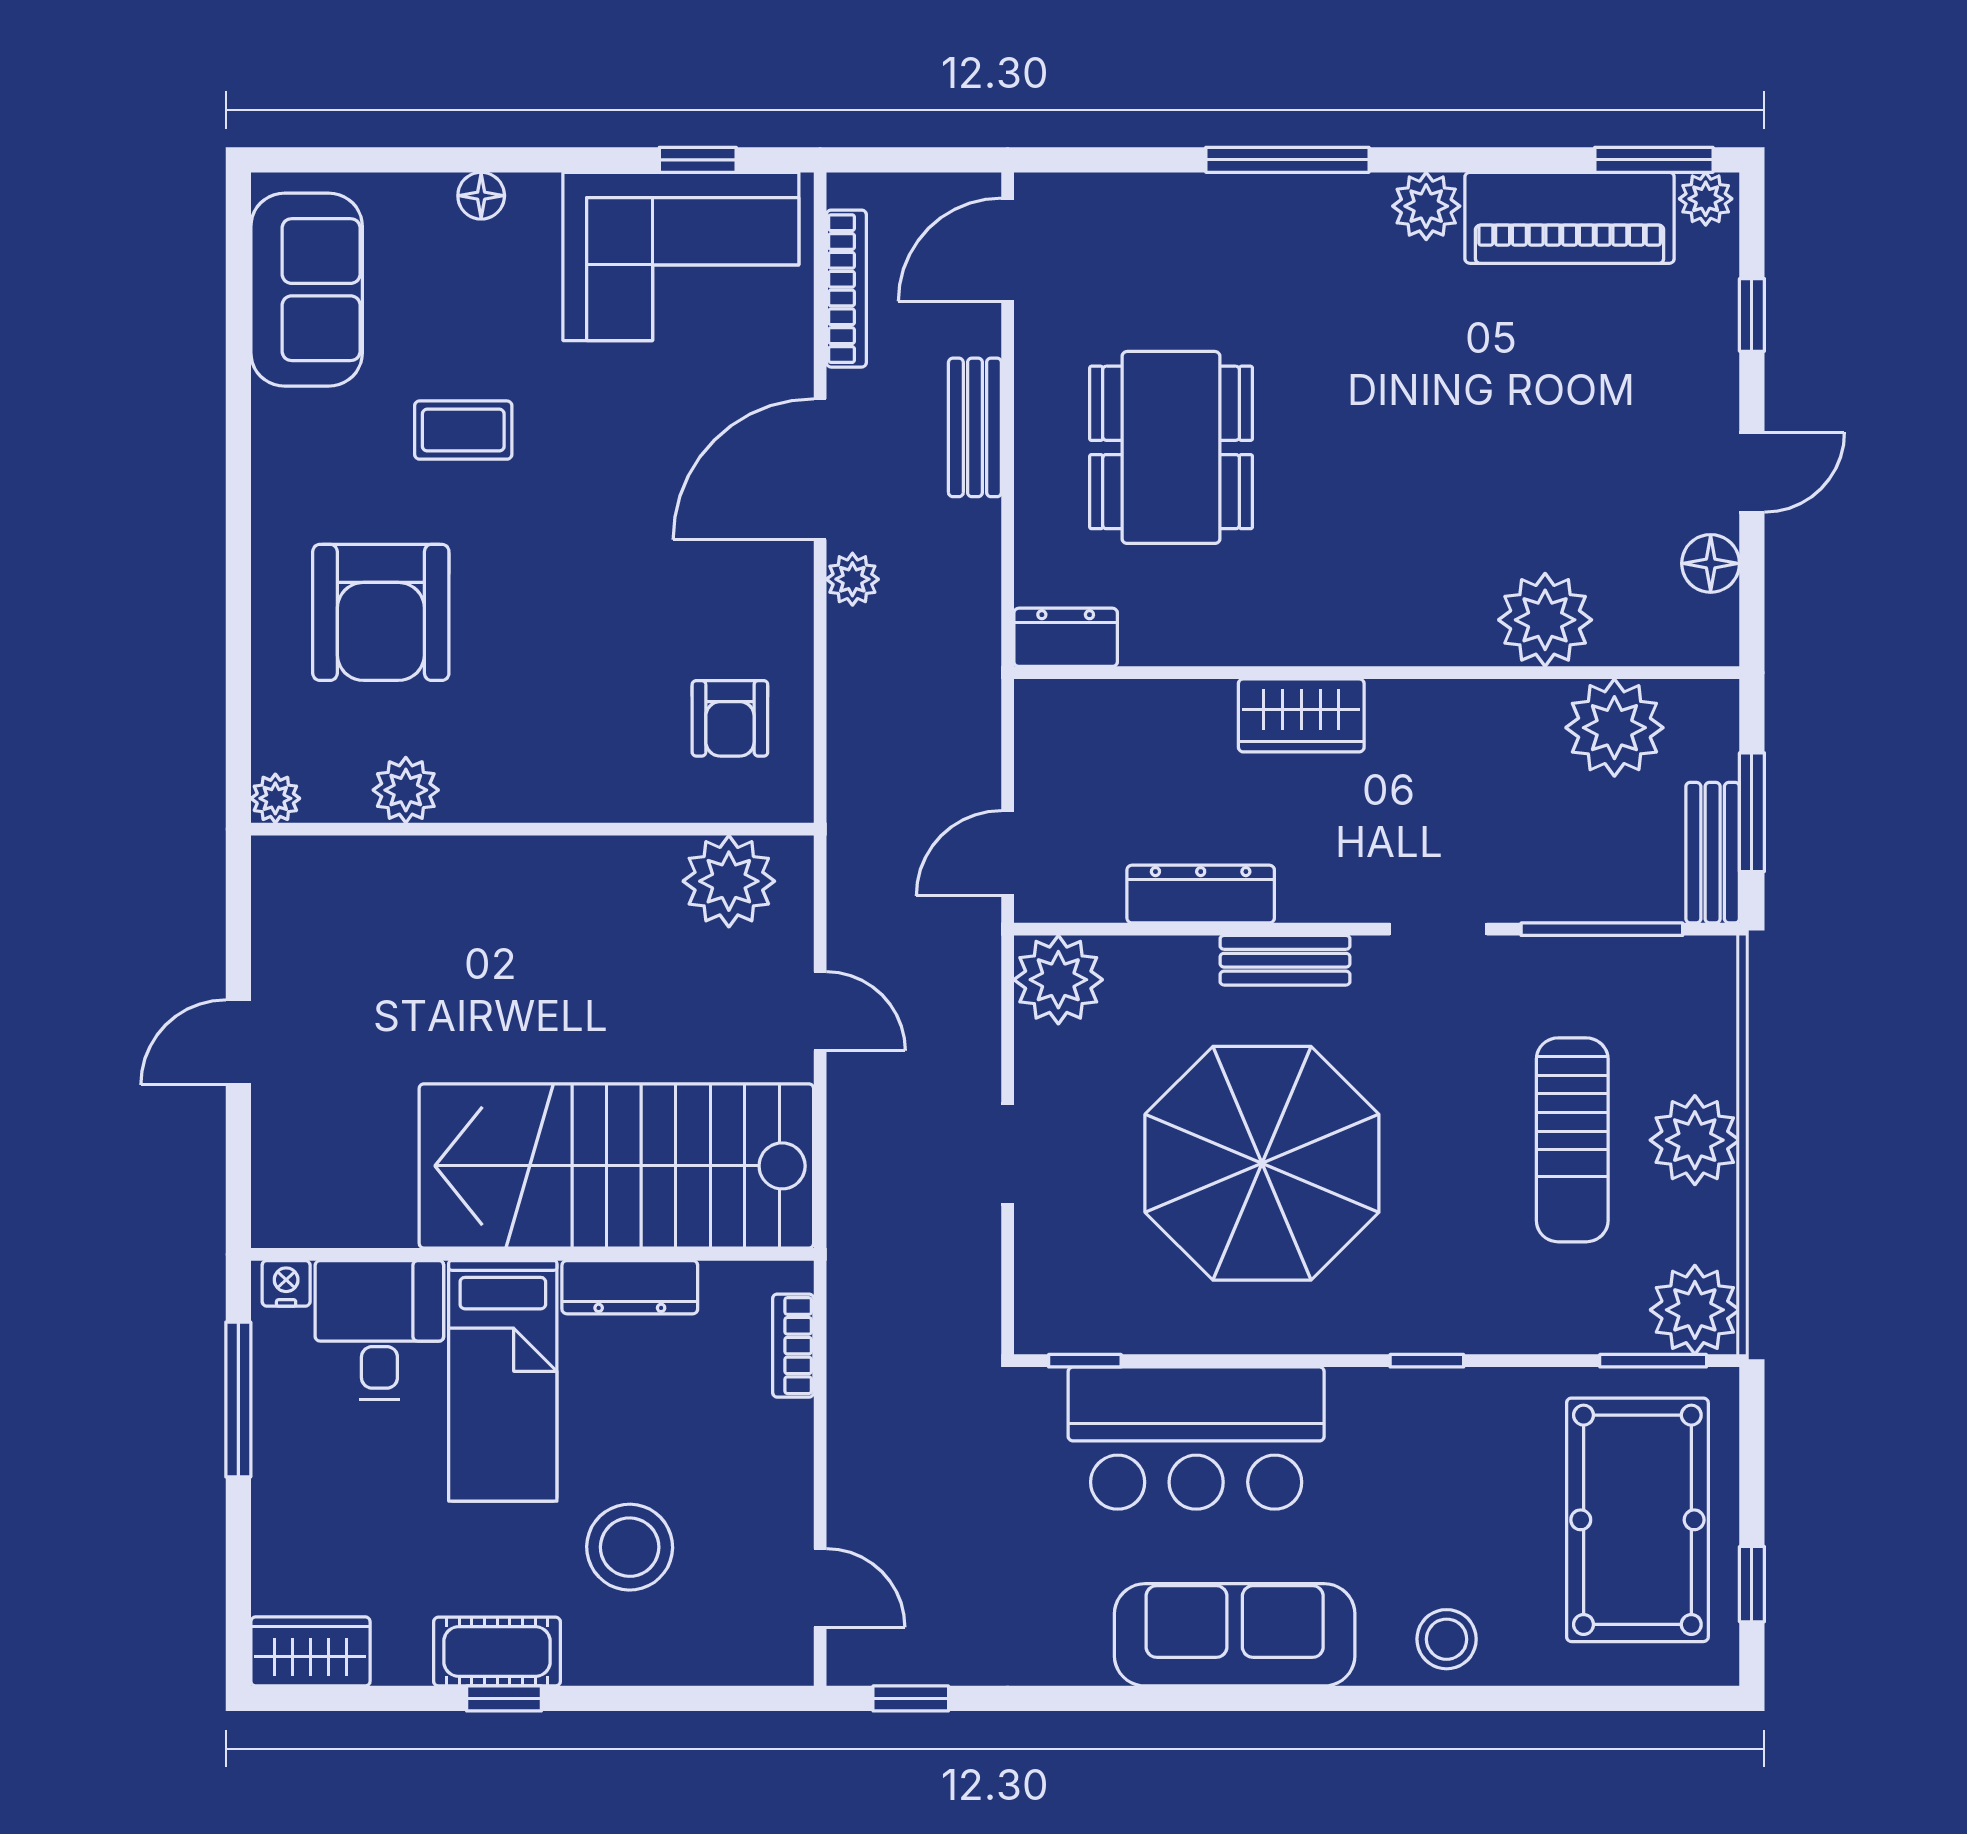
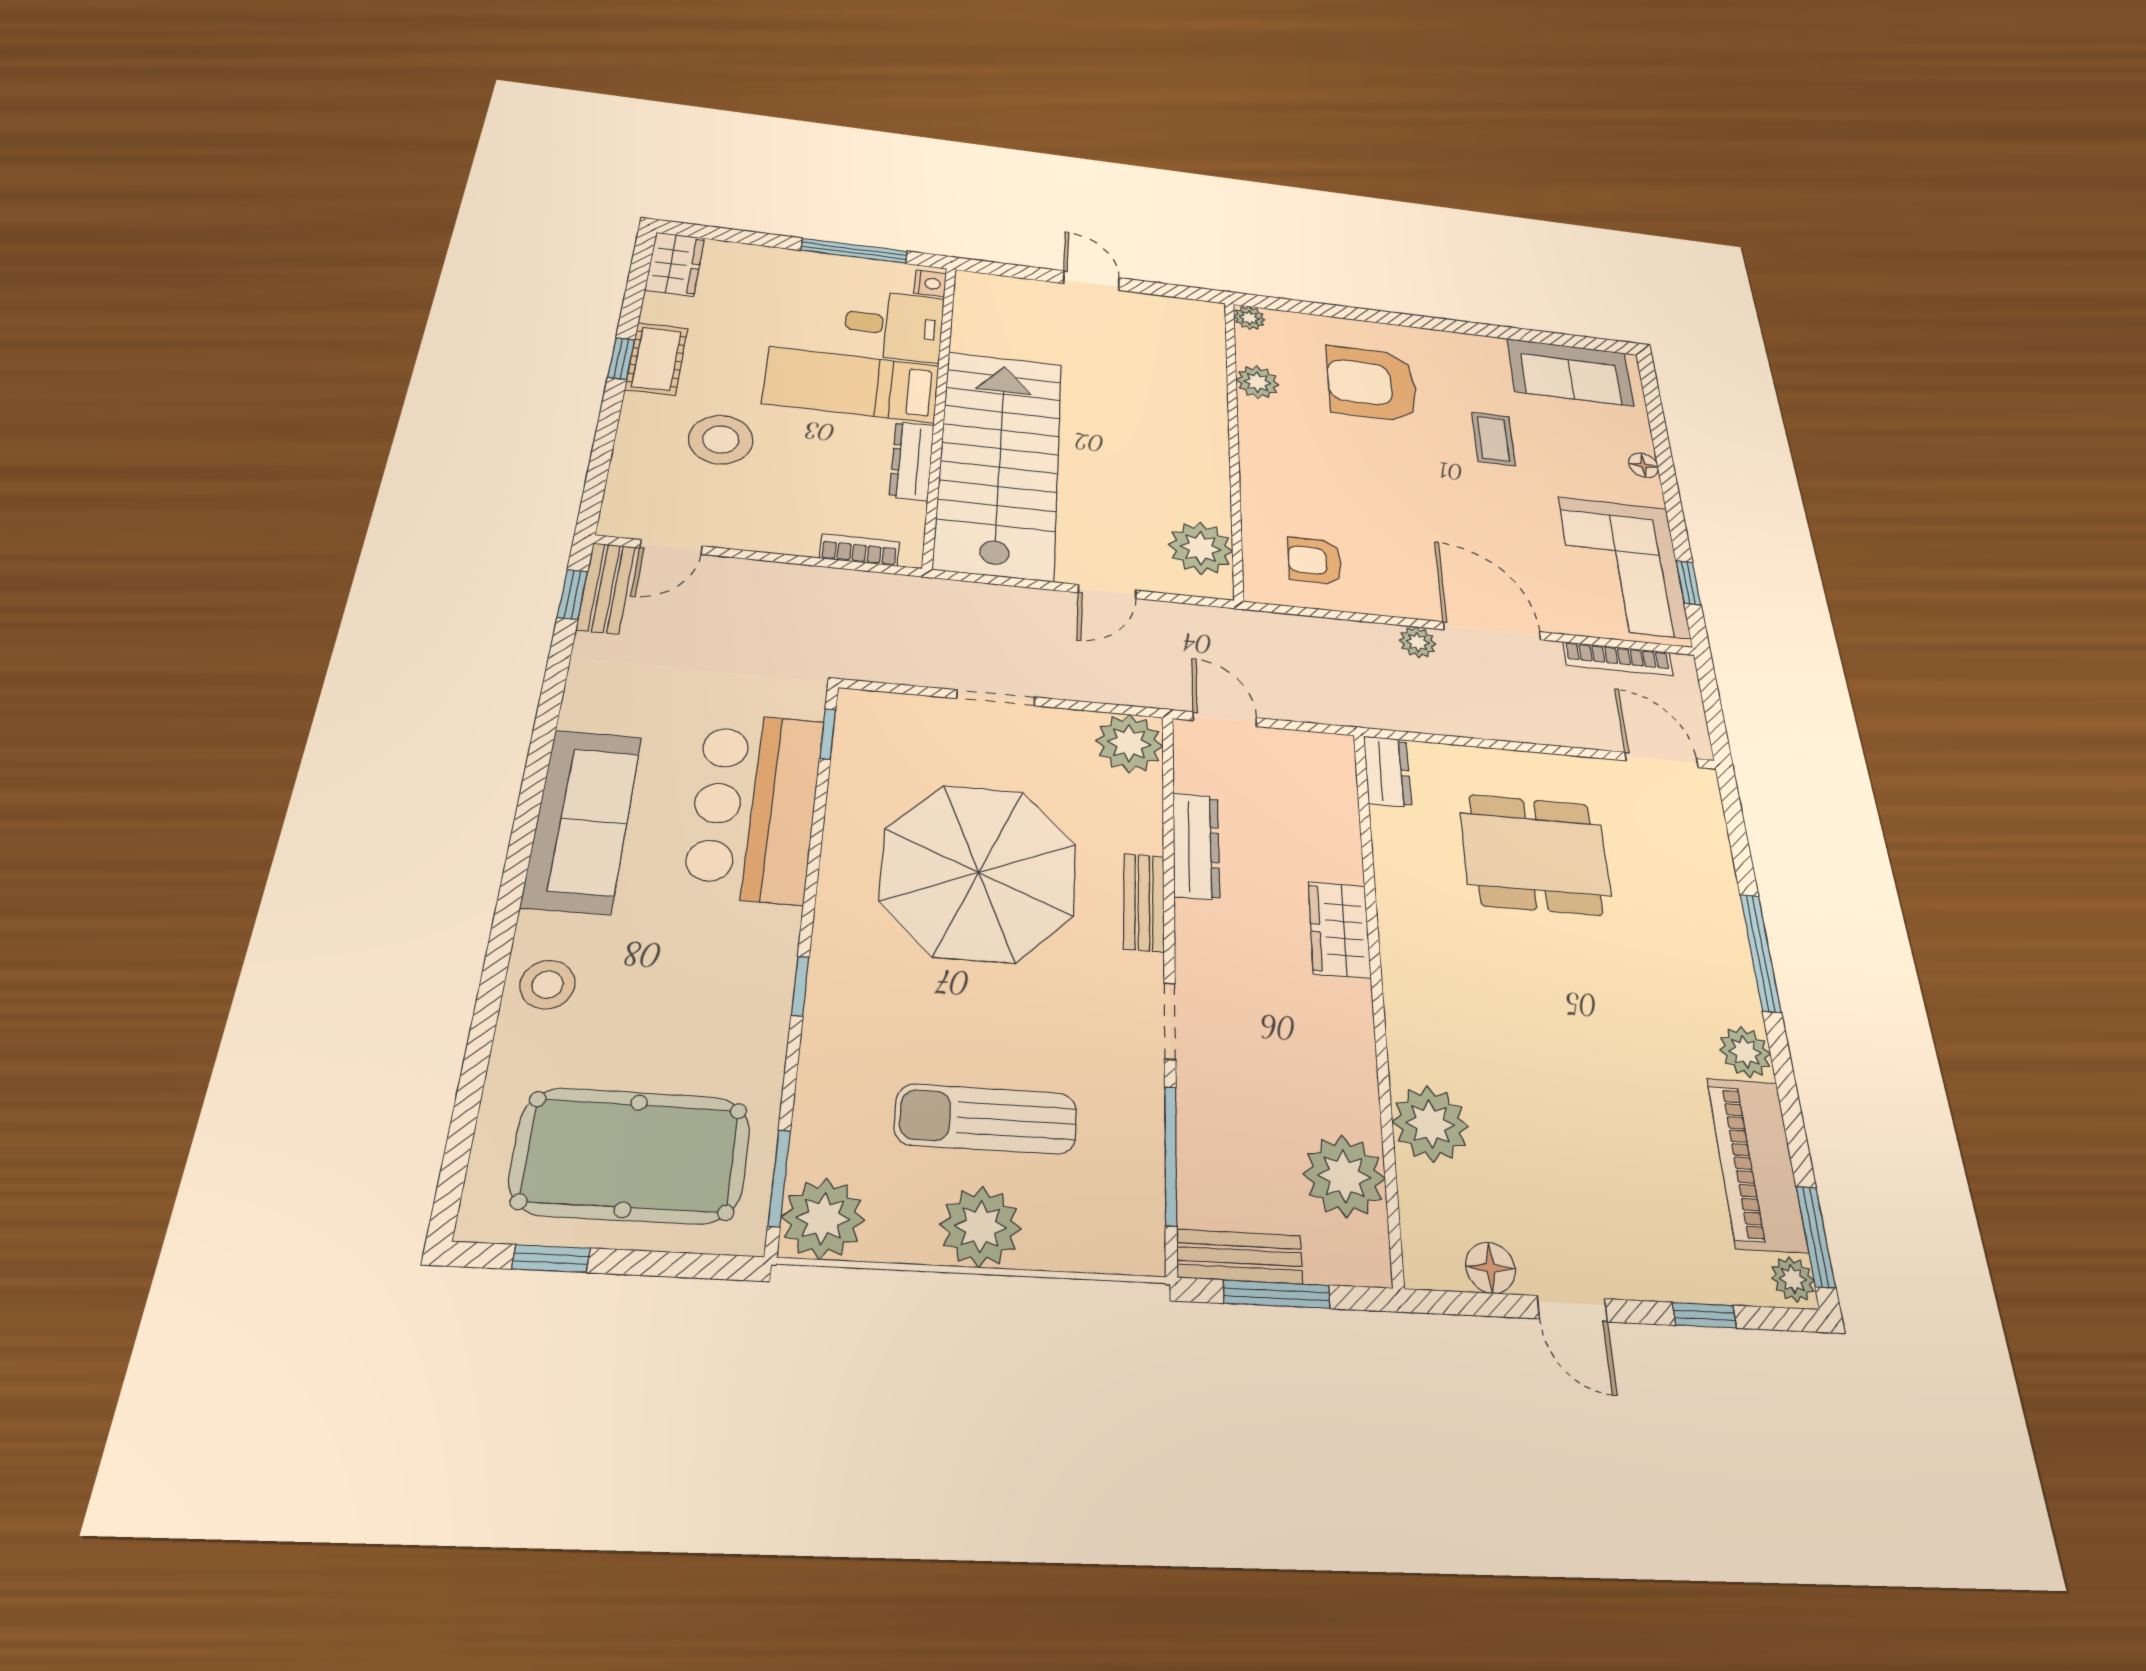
bench: (975, 427) -> (606, 588), moved, turned 90

